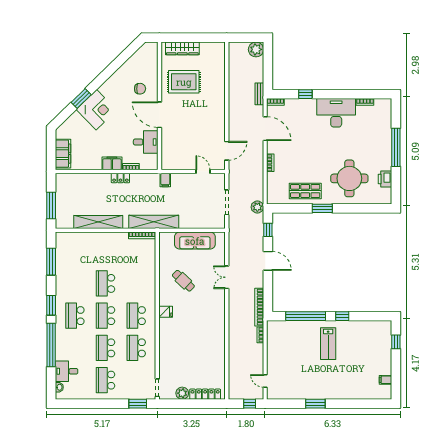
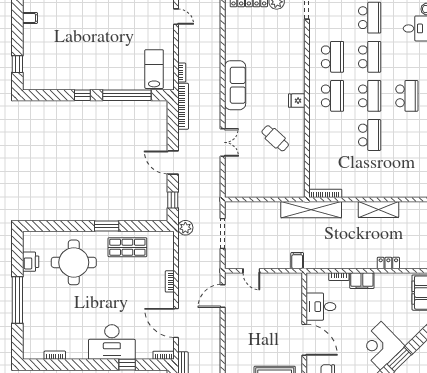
desk: (336, 113) -> (112, 342), moved
locker: (120, 178) -> (388, 263), moved
shelving: (98, 222) -> (378, 210), width x0.68
sofa: (195, 241) -> (235, 85), moved, turned 90
lab bench: (328, 344) -> (154, 69), moved

